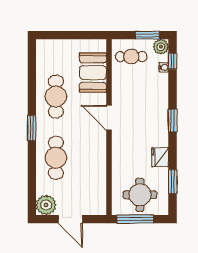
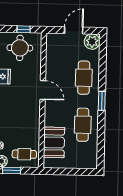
door: (109, 118) -> (43, 90), moved
door: (70, 219) -> (74, 30), hinge flipped
window: (136, 219) -> (24, 29), width x0.46

